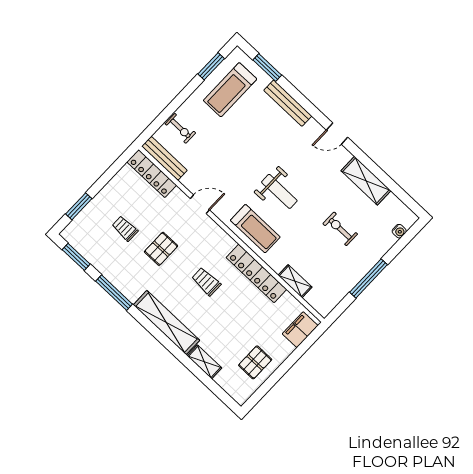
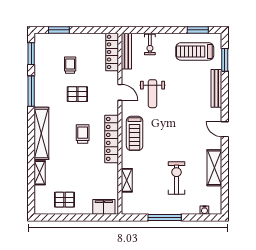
weight bench: (279, 191) -> (152, 94), moved
exercise bike: (340, 229) -> (176, 178), width x1.38, depth x1.39
locker: (256, 273) -> (112, 139), moved

